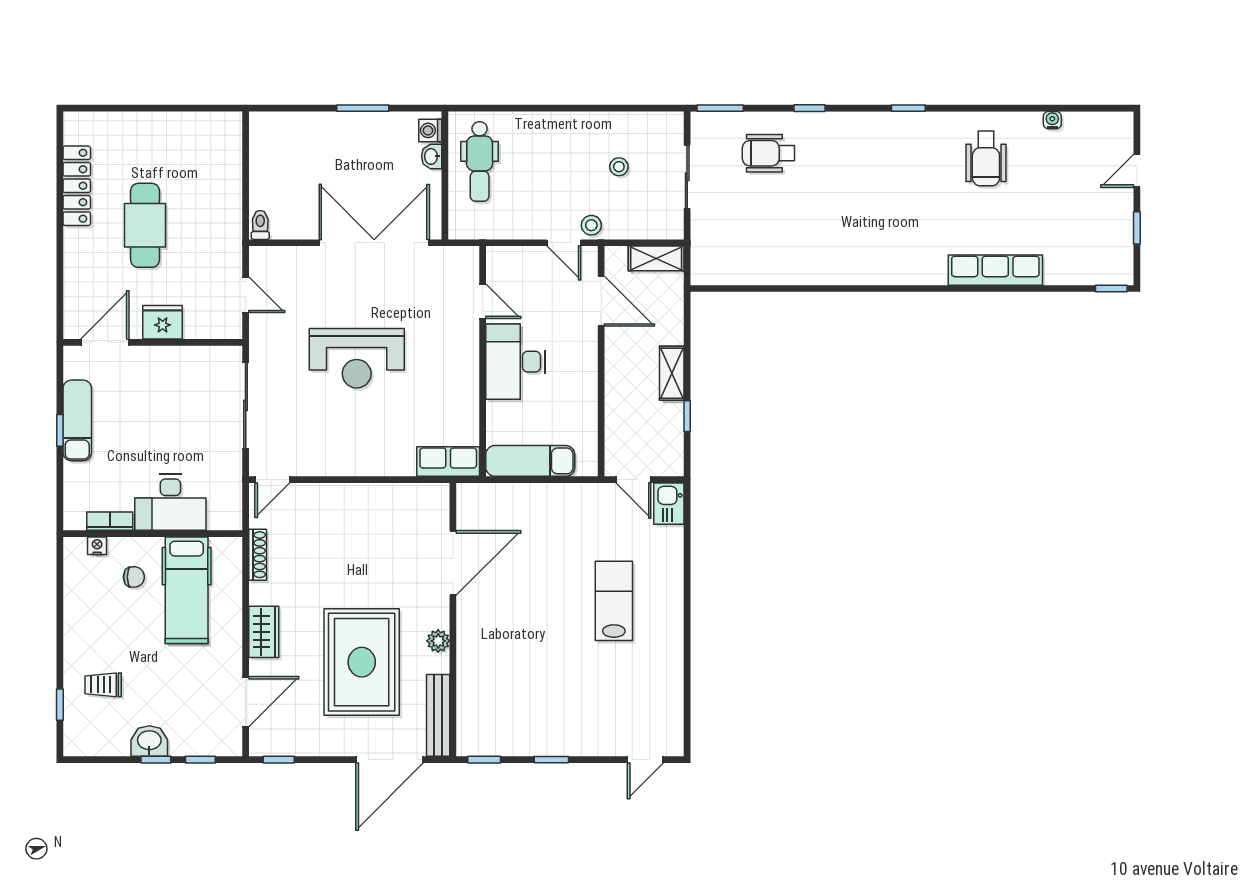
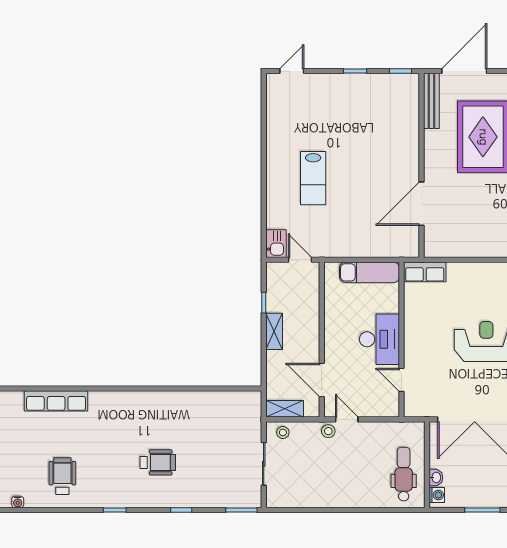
wheelchair: (769, 153) -> (158, 462), moved
stool: (619, 167) -> (283, 432), moved
plant: (438, 641) -> (431, 151), removed

